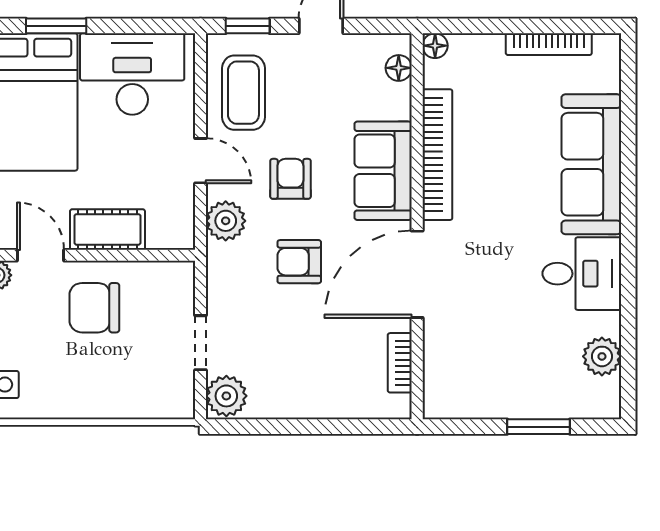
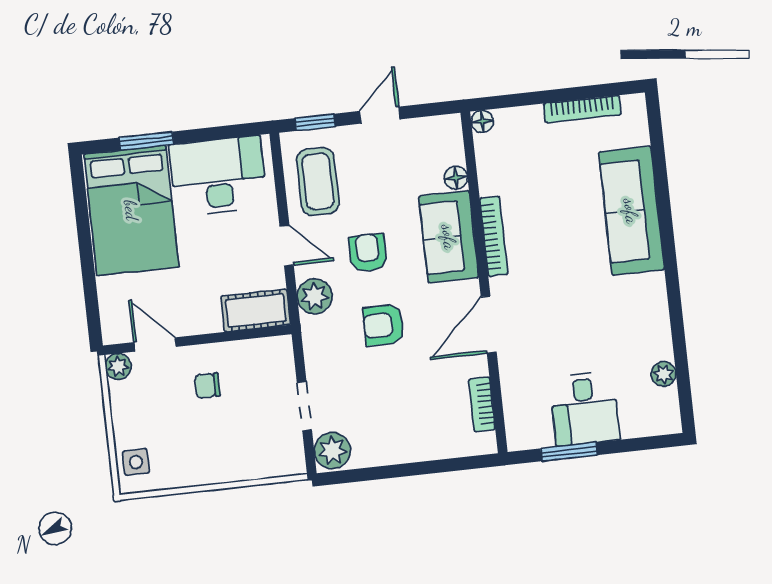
floor lamp: (399, 68) -> (456, 178), moved
bookcase: (437, 155) -> (494, 236), width x0.68, depth x0.76
cot: (107, 229) -> (256, 310), moved
door: (417, 274) -> (489, 325), width x0.73
desk: (582, 274) -> (585, 409), moved, turned 90
chair: (94, 308) -> (207, 386), width x0.54, depth x0.54
plant: (602, 356) -> (664, 374), width x0.73, depth x0.73
window: (539, 427) -> (569, 452), moved

